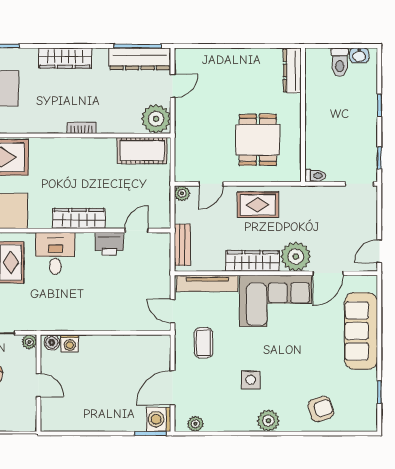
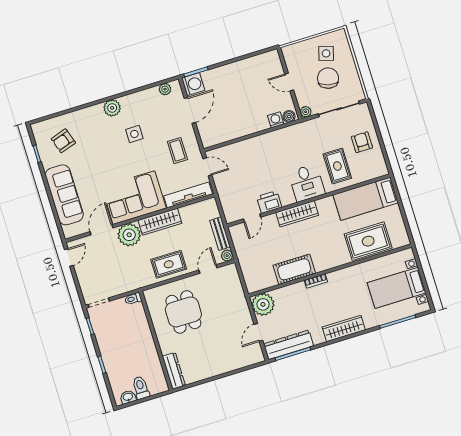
cot: (142, 151) -> (294, 269), moved
bench: (182, 245) -> (220, 234), moved
armchair: (321, 409) -> (63, 141), moved

